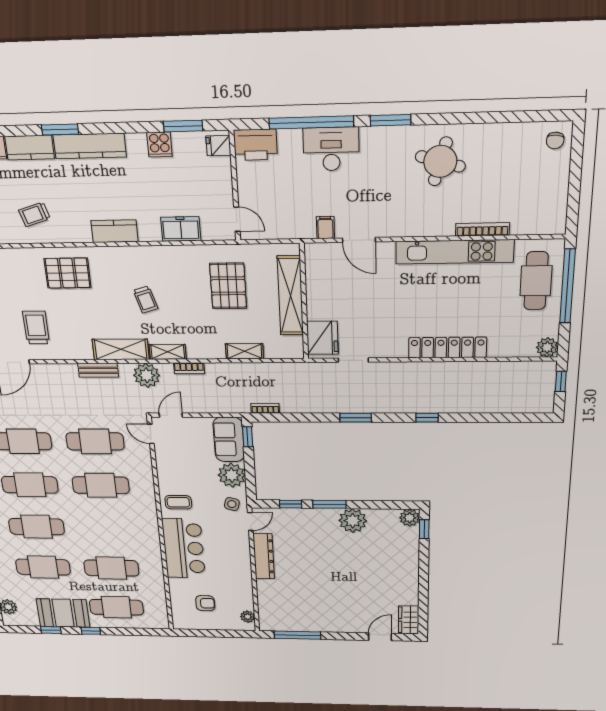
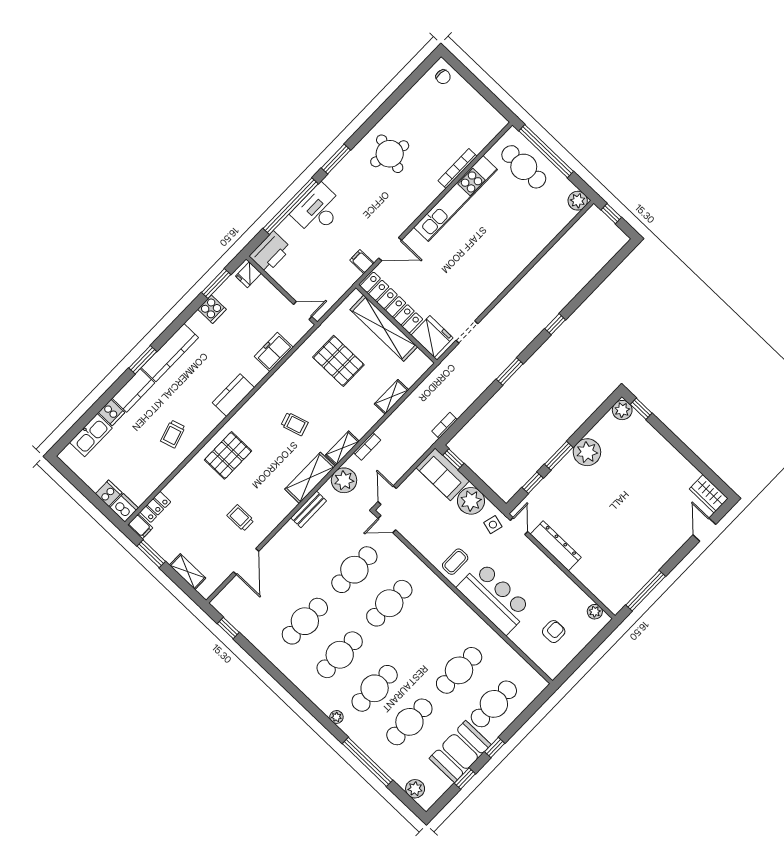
trolley: (36, 328) -> (240, 518), width x0.73, depth x0.72
locker: (447, 348) -> (391, 303), moved, turned 90

